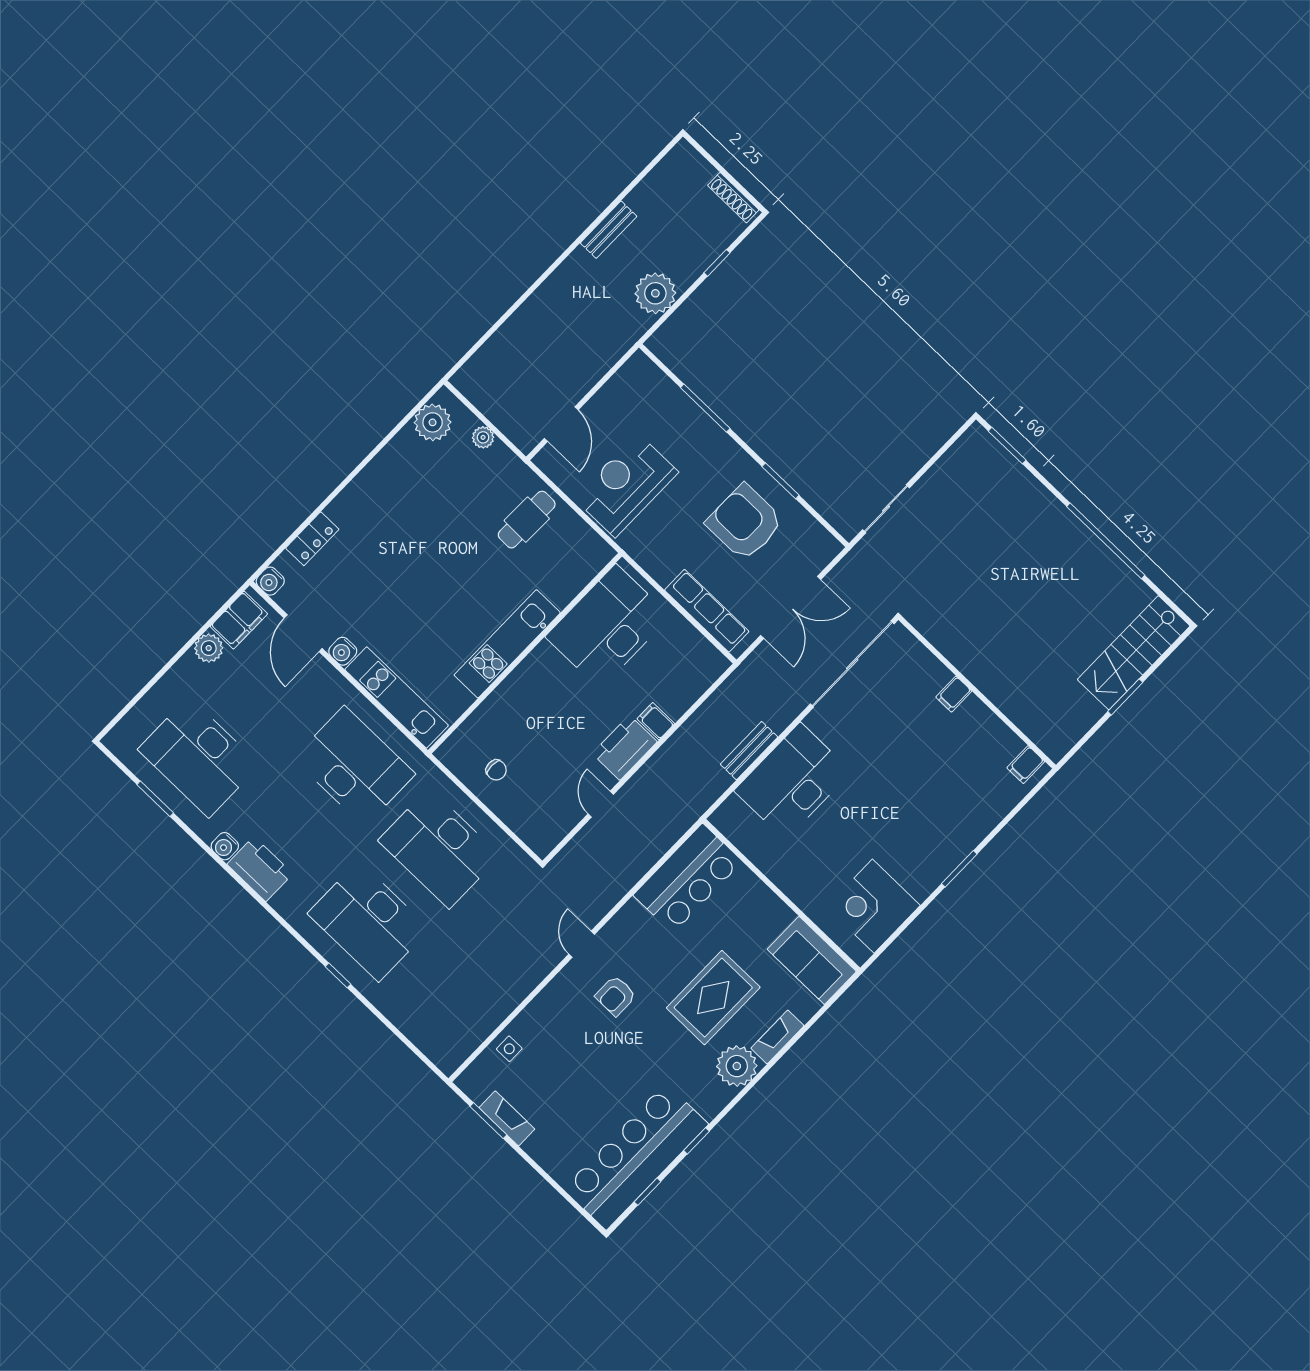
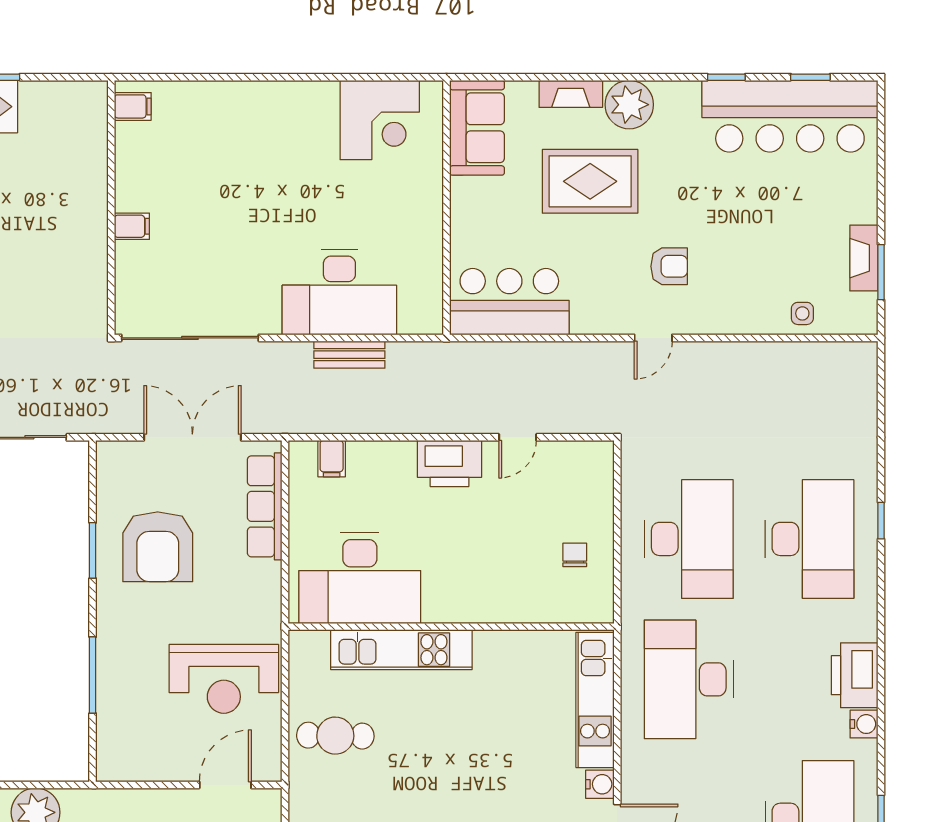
kitchen unit: (507, 644) -> (401, 650), moved
filing cabinet: (656, 721) -> (332, 459), moved
window: (959, 869) -> (277, 77), removed

